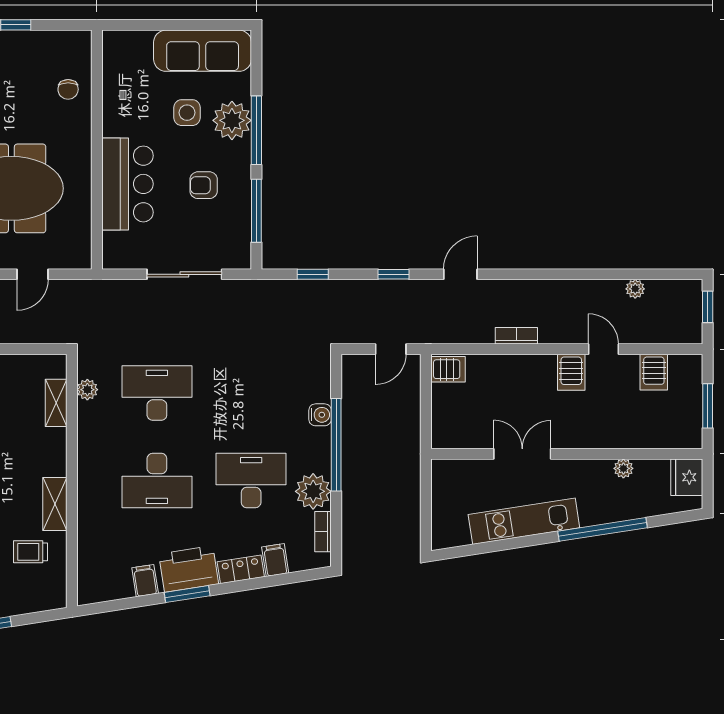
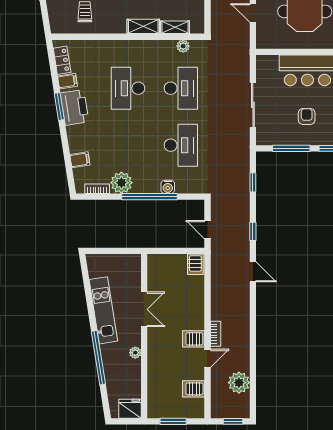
plant: (635, 289) -> (239, 383), width x1.87, depth x1.87
bookcase: (516, 336) -> (216, 334), moved
plant: (623, 468) -> (135, 353), moved
desk: (251, 481) -> (181, 145), moved
shelving: (55, 504) -> (143, 26), moved
locker: (241, 569) -> (62, 60), moved

